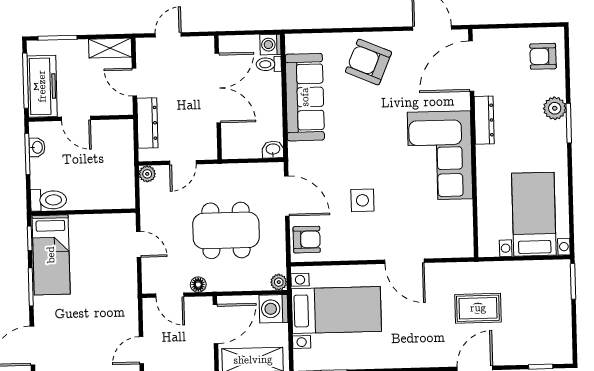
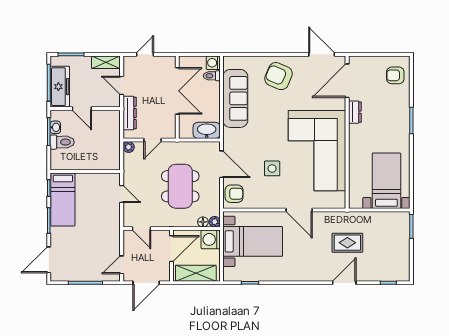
plant: (555, 108) -> (402, 110), removed
dresser: (484, 120) -> (355, 112), width x0.70
washbasin: (273, 150) -> (207, 130), width x1.91, depth x1.45
corner sofa: (440, 156) -> (317, 151), width x1.36, depth x1.36
toilet: (49, 200) -> (62, 142), moved
dining table: (226, 230) -> (180, 186), turned 90
floor lamp: (198, 285) -> (203, 222), moved

